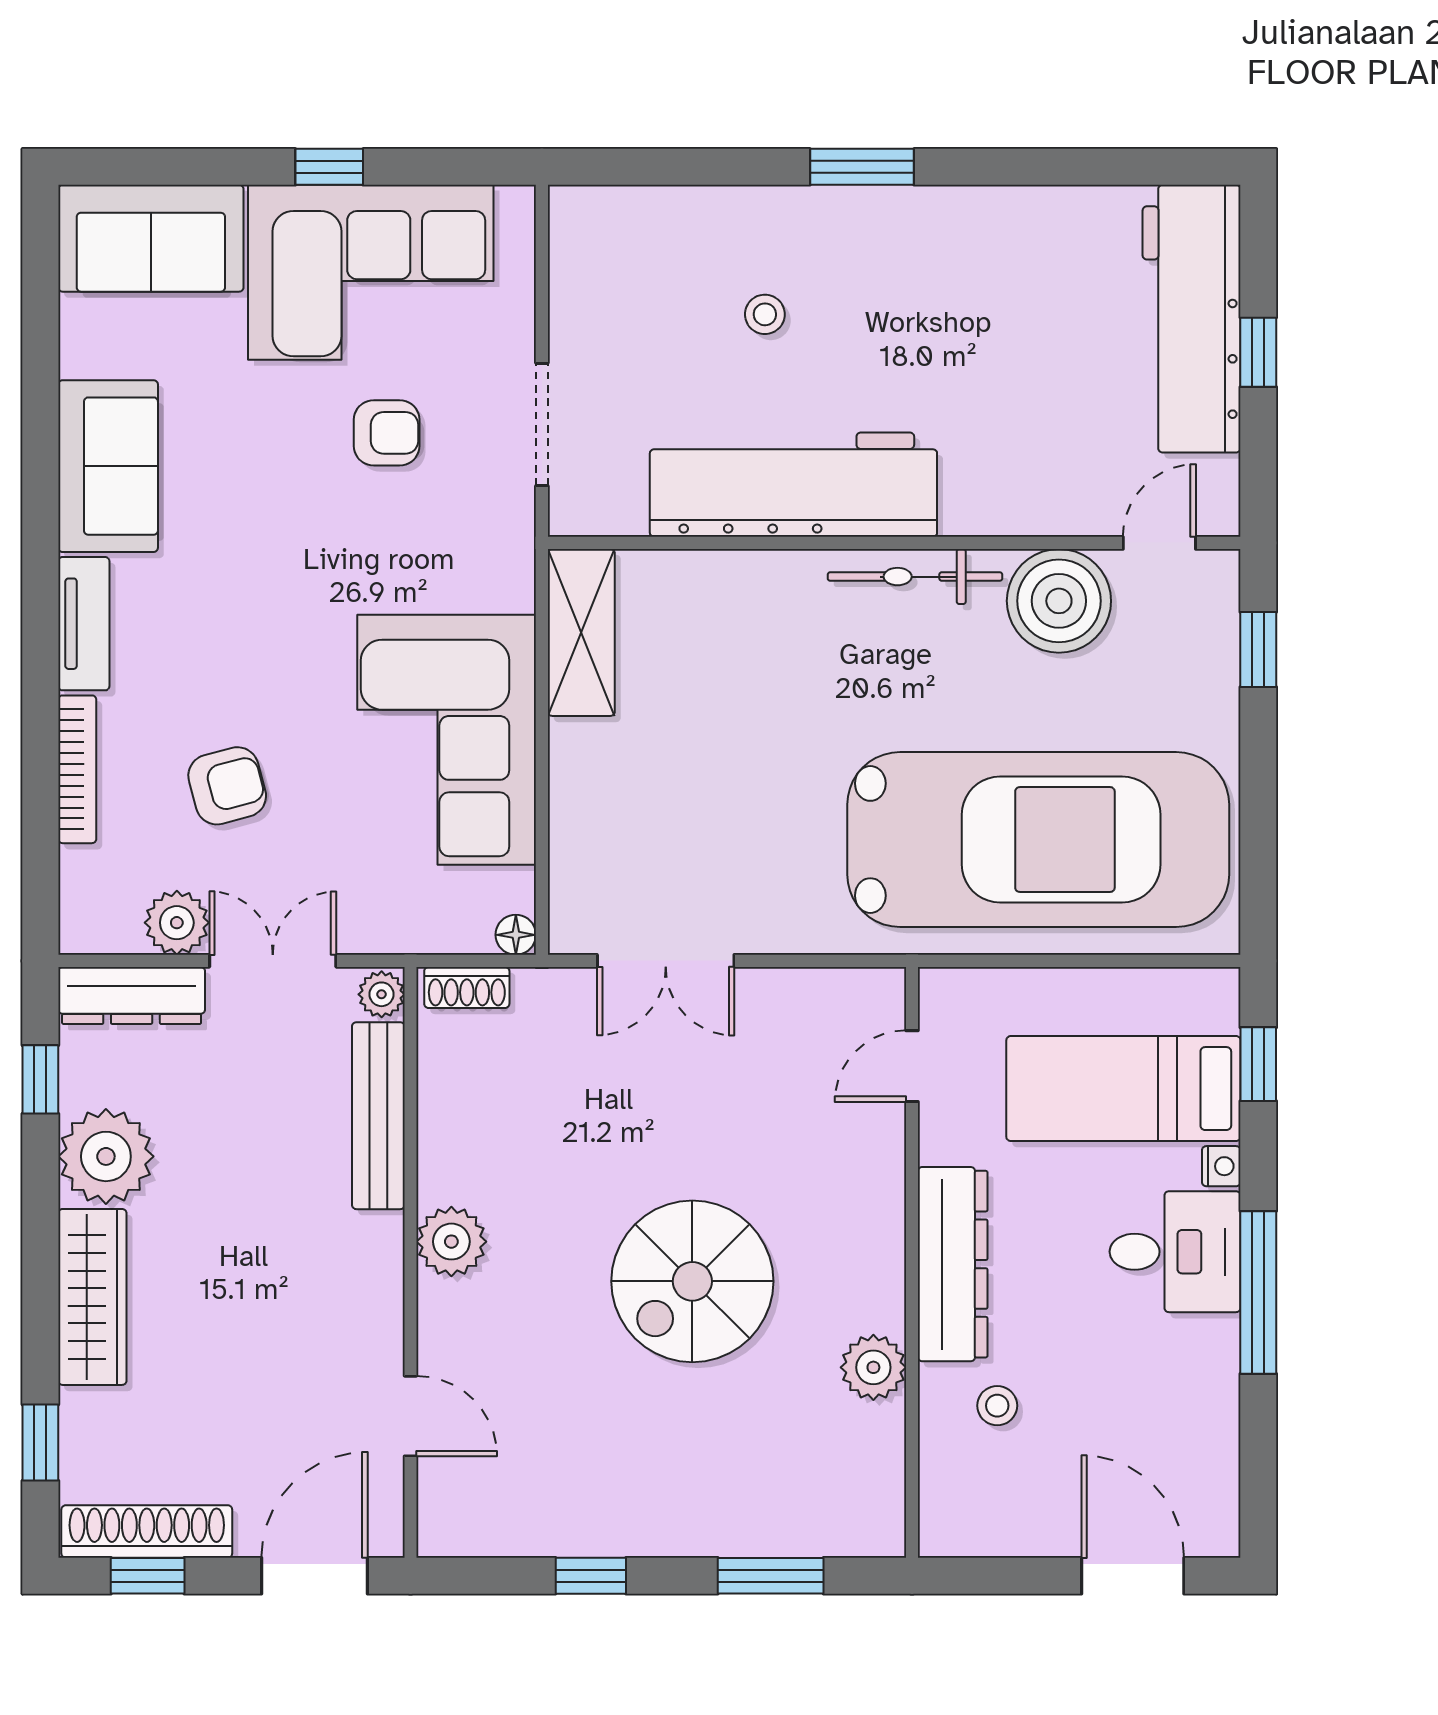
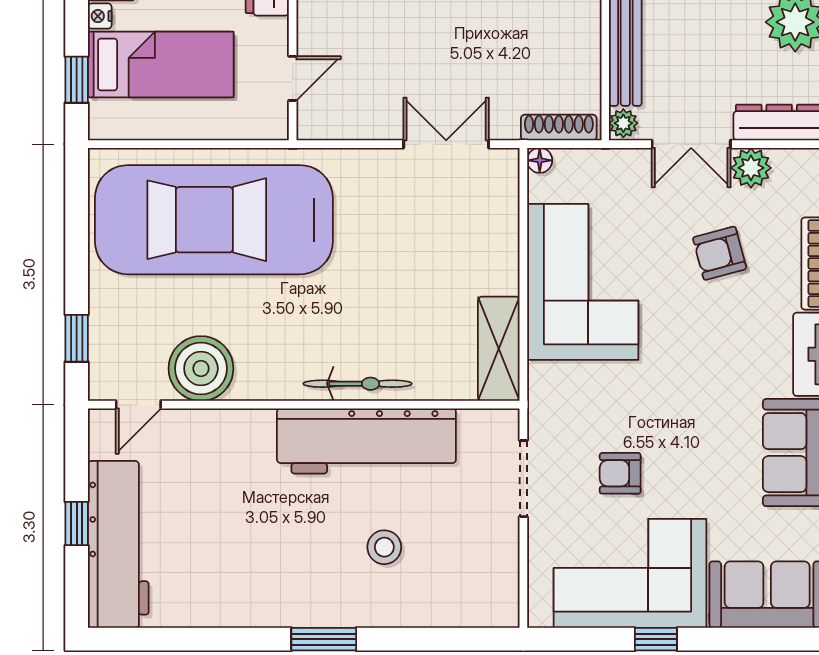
stool: (765, 314) -> (384, 547), width x1.37, depth x1.37
bicycle: (915, 577) -> (357, 384), moved
shoe rack: (467, 987) -> (559, 127), width x1.43

